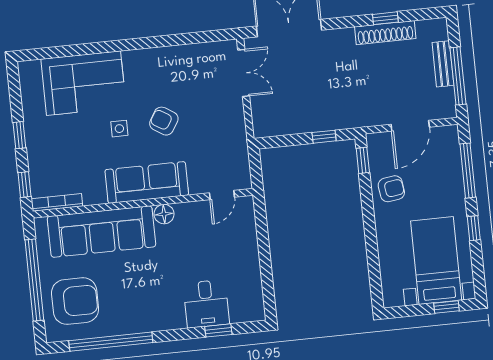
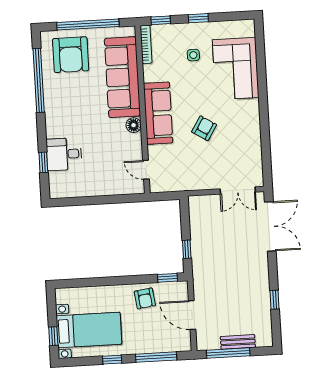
shoe rack: (385, 33) -> (264, 299), removed
side table: (119, 129) -> (193, 55), moved

